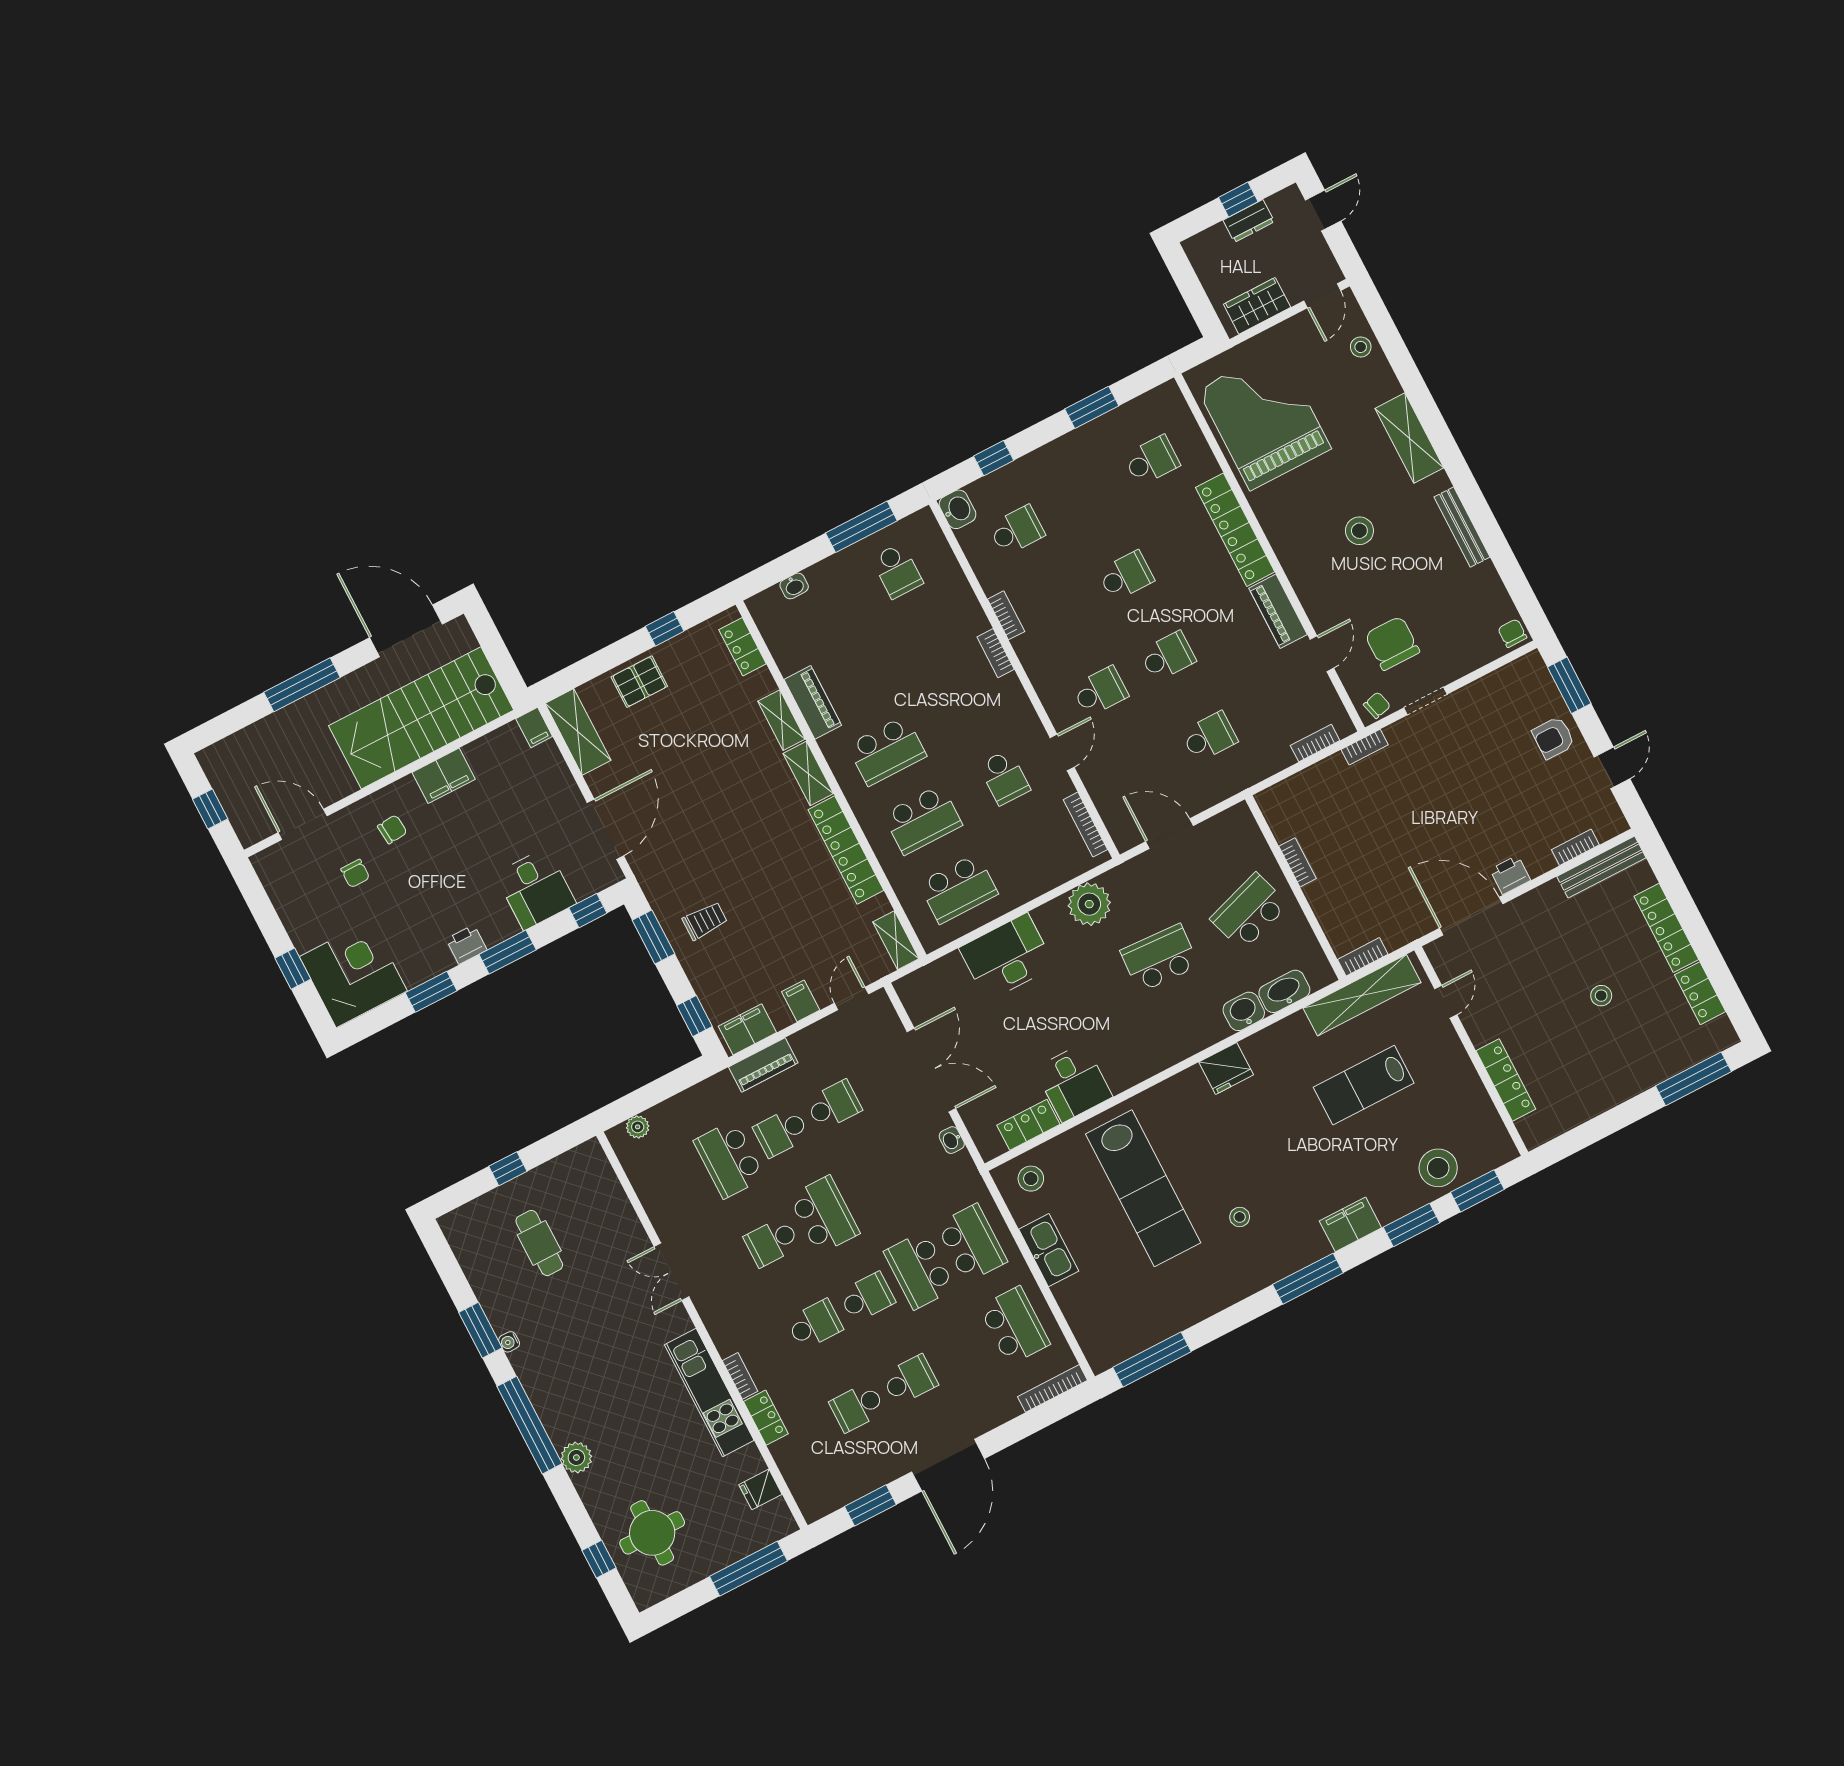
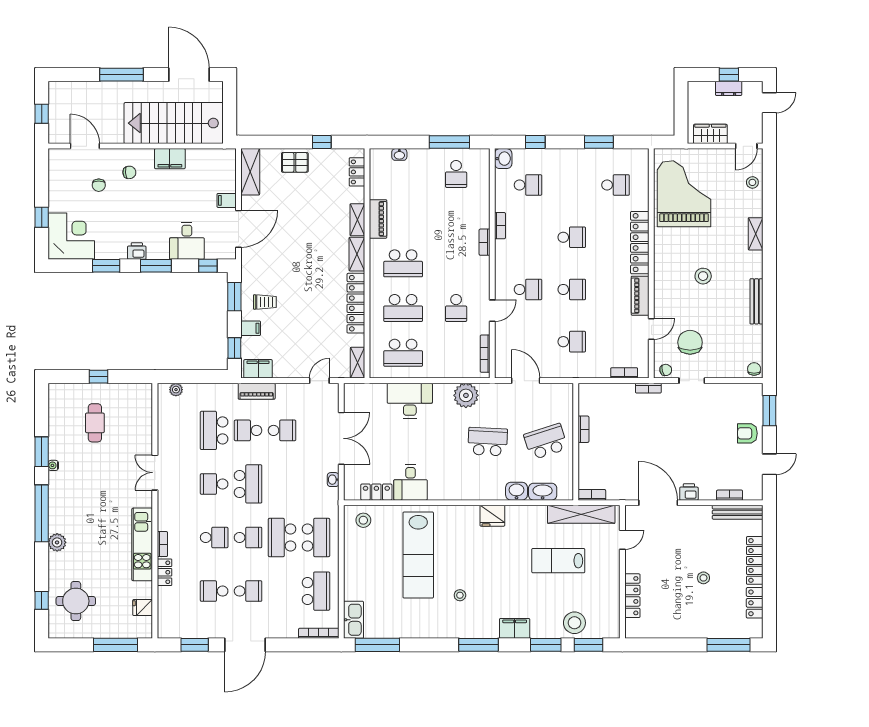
shelving: (1409, 438) -> (756, 234), width x0.67, depth x0.75
filing cabinet: (534, 728) -> (227, 200), moved, turned 90
filing cabinet: (801, 1001) -> (251, 328), moved, turned 90
kitchen sink: (1049, 1250) -> (354, 620), moved

